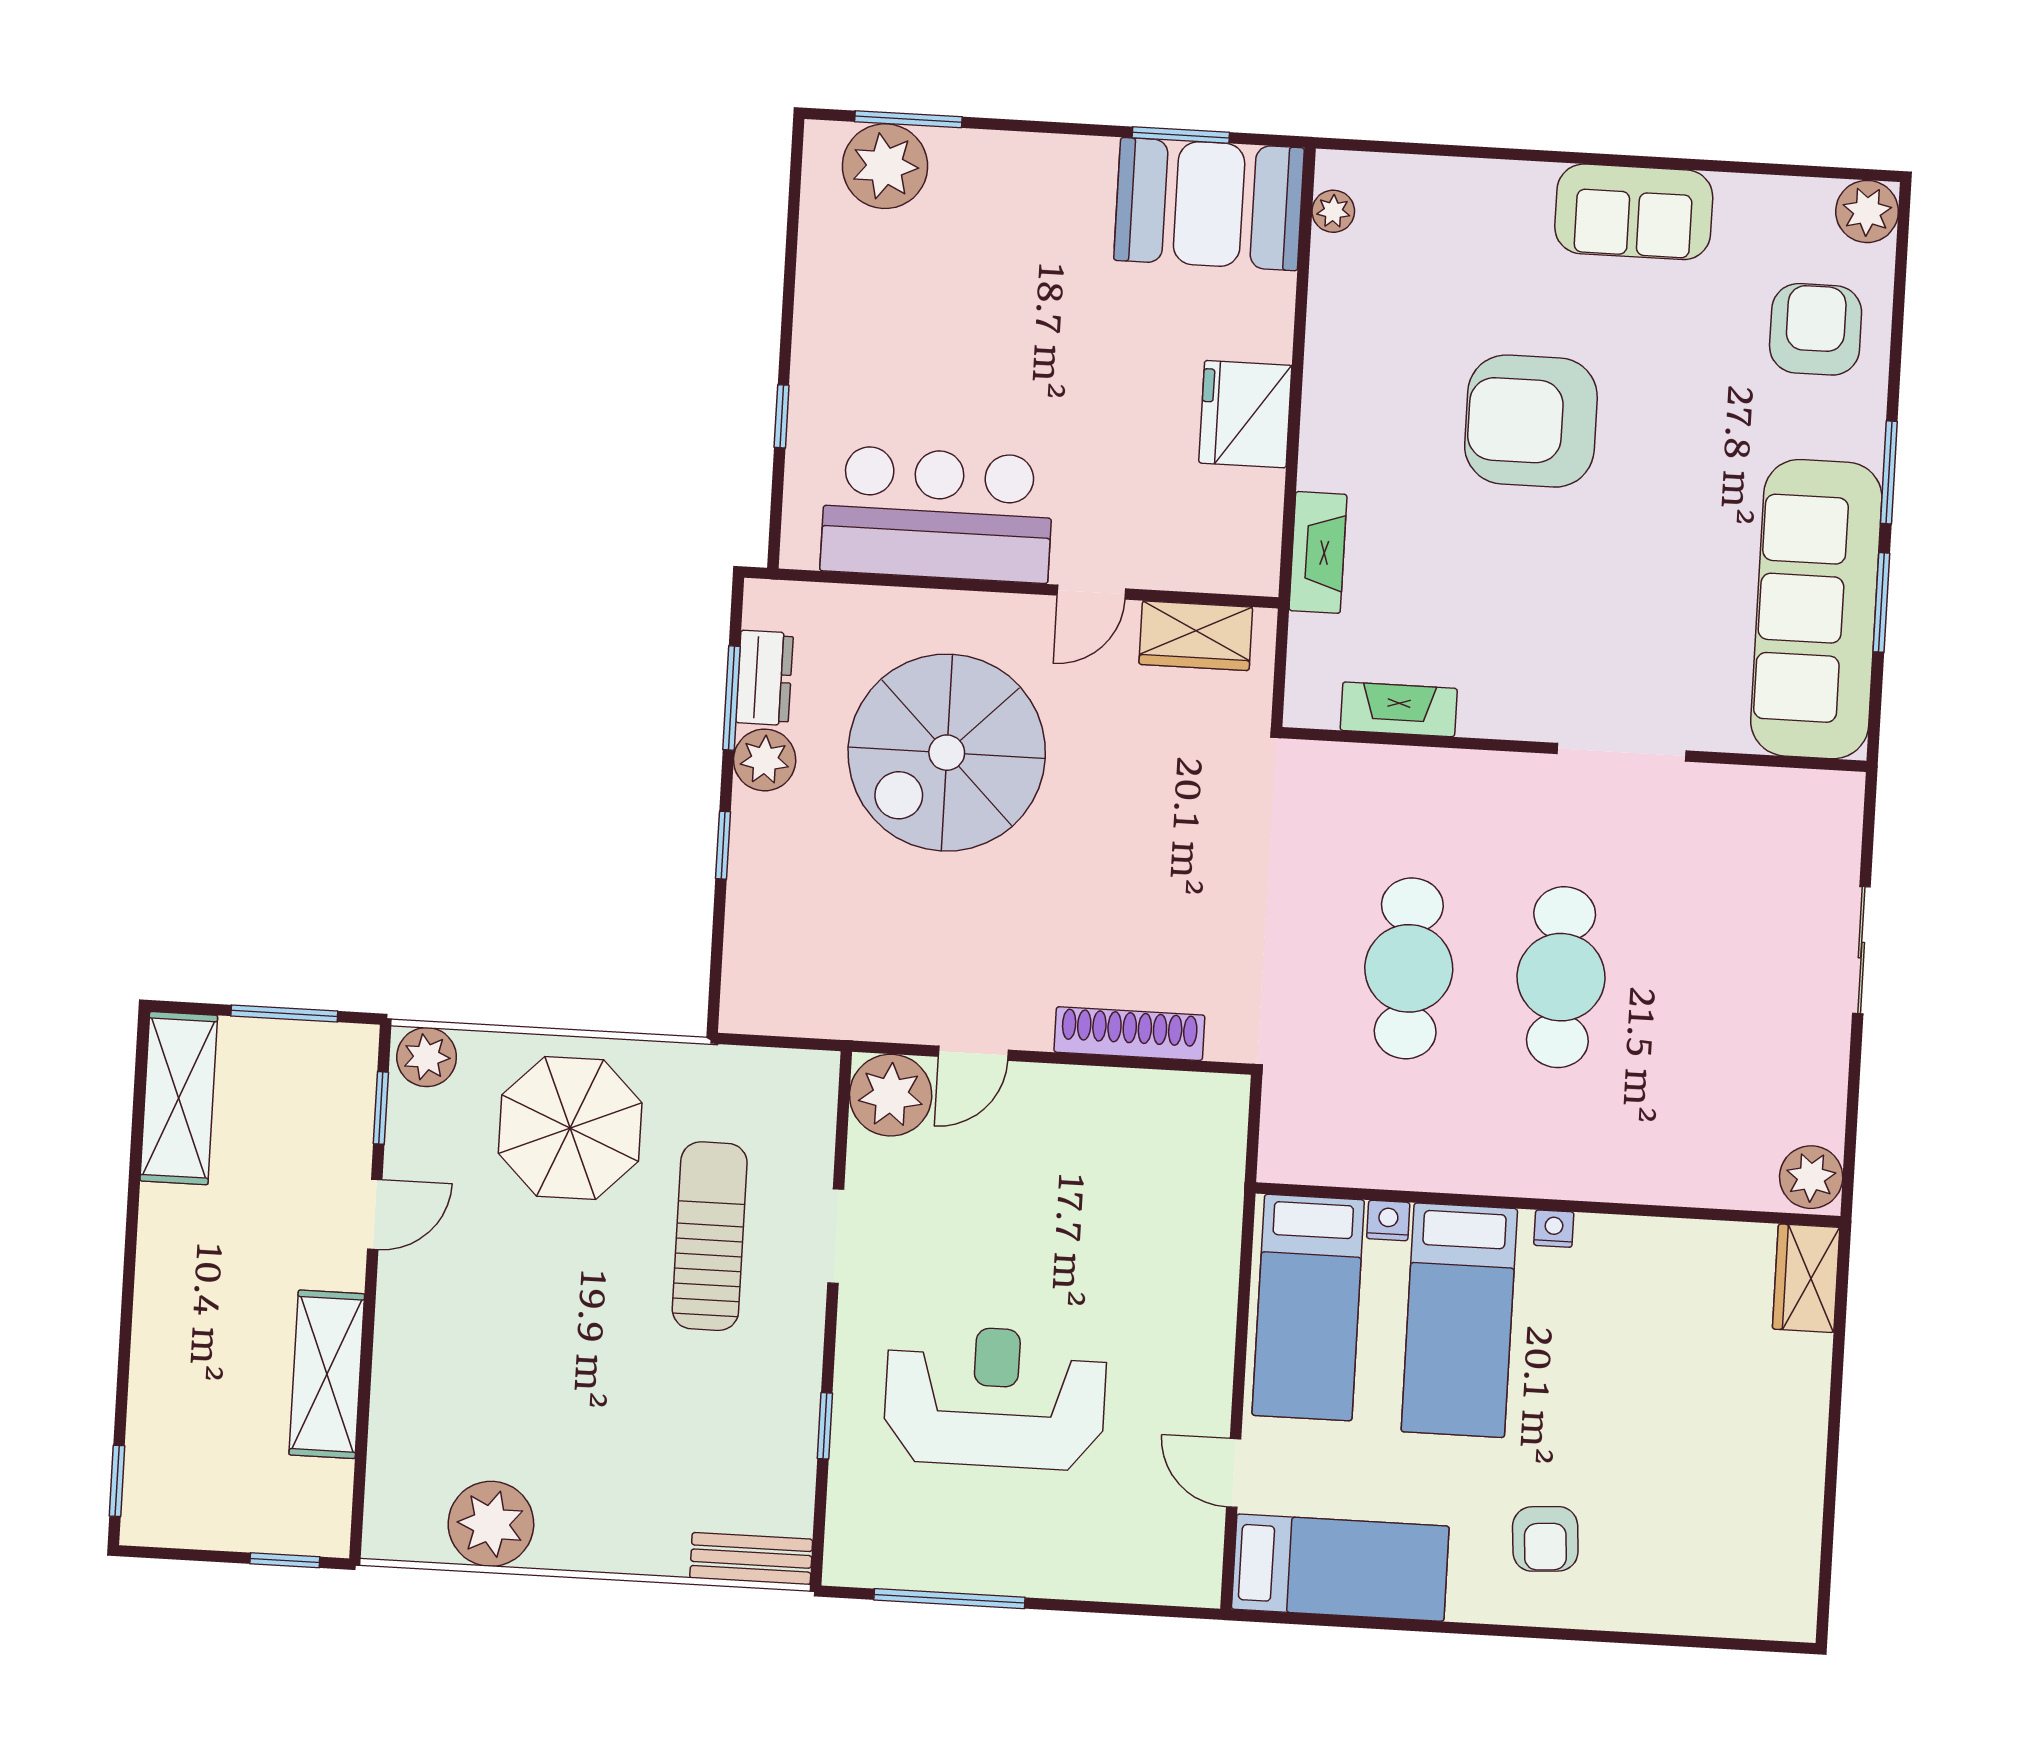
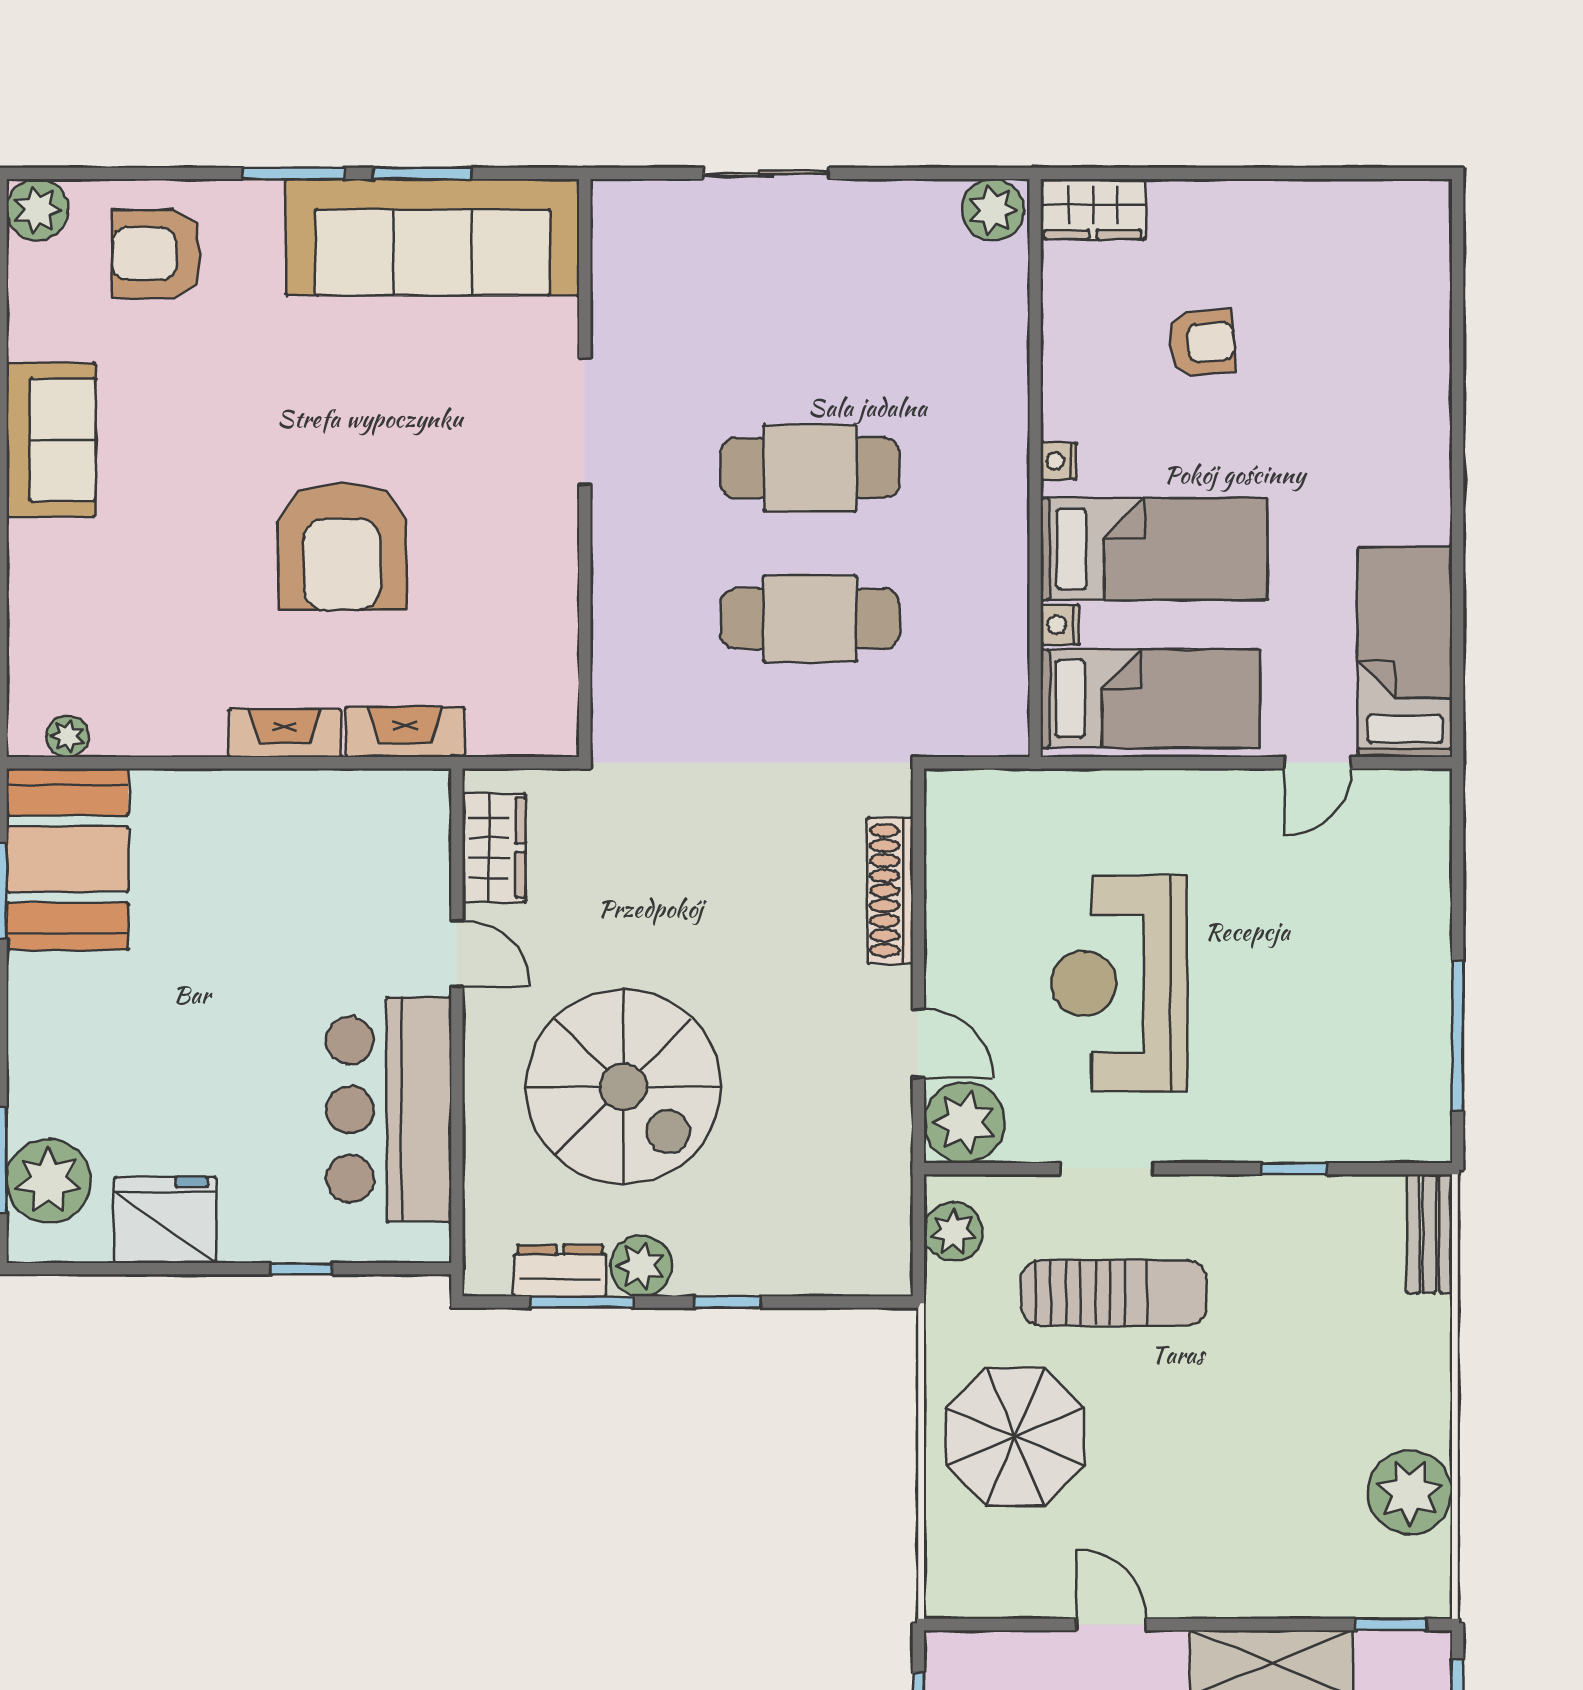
fridge: (1245, 414) -> (165, 1220), moved, turned 180
armchair: (1531, 421) -> (342, 546), moved
fireplace: (1399, 709) -> (285, 733), moved, turned 90
plant: (427, 1057) -> (953, 1232), moved
window: (381, 1108) -> (1391, 1625), moved
sun lounger: (710, 1236) -> (1114, 1293), turned 180
reception desk: (995, 1397) -> (1119, 984), moved
armchair: (1545, 1539) -> (1202, 343), moved

